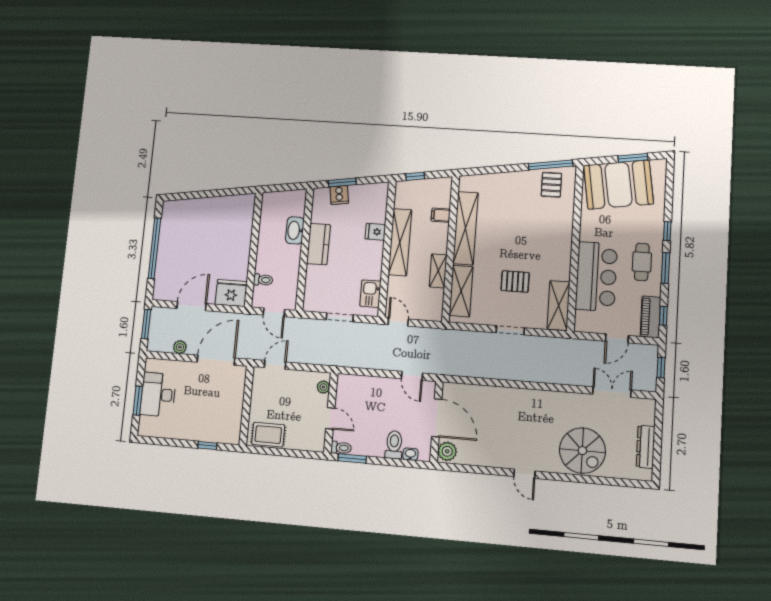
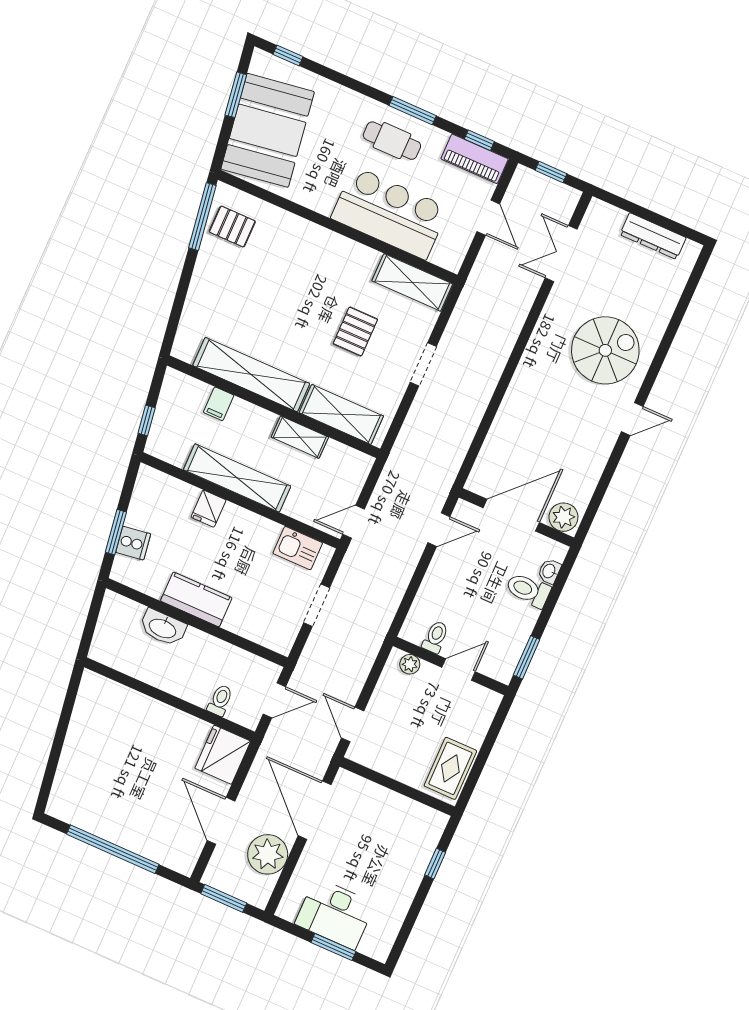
window: (667, 231) -> (288, 55), moved
plant: (180, 347) -> (268, 854), width x1.88, depth x1.88
toilet: (341, 448) -> (435, 637), moved
spiral stairs: (582, 451) -> (605, 350), moved

